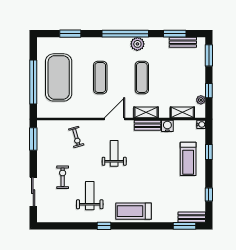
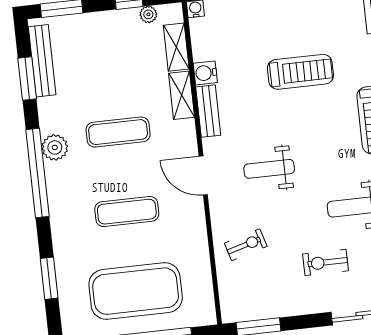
bench: (183, 42) -> (42, 61), width x1.36
shelving: (146, 112) -> (182, 95), moved
treadmill: (188, 159) -> (300, 72), moved

